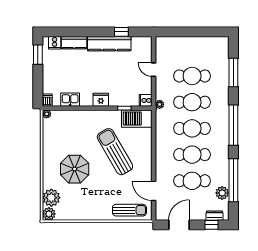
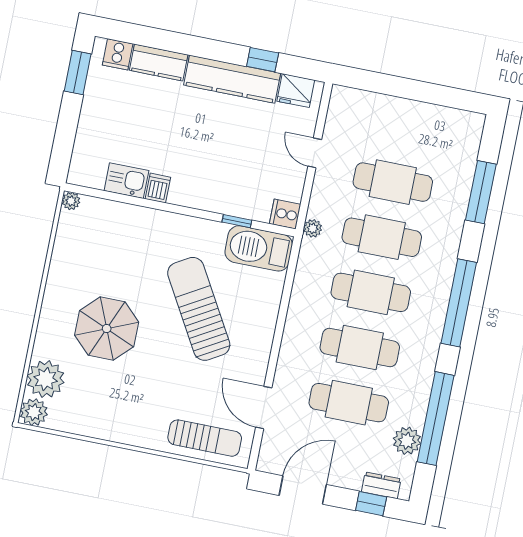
dishwasher: (47, 100) -> (158, 188), moved
fridge: (101, 100) -> (296, 91), moved, turned 180

